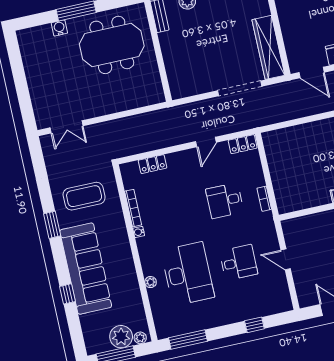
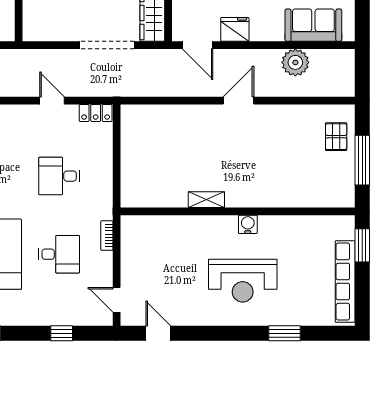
door: (206, 142) -> (52, 101), swing flipped
bookcase: (264, 199) -> (107, 236), moved
door: (286, 259) -> (117, 300), moved

